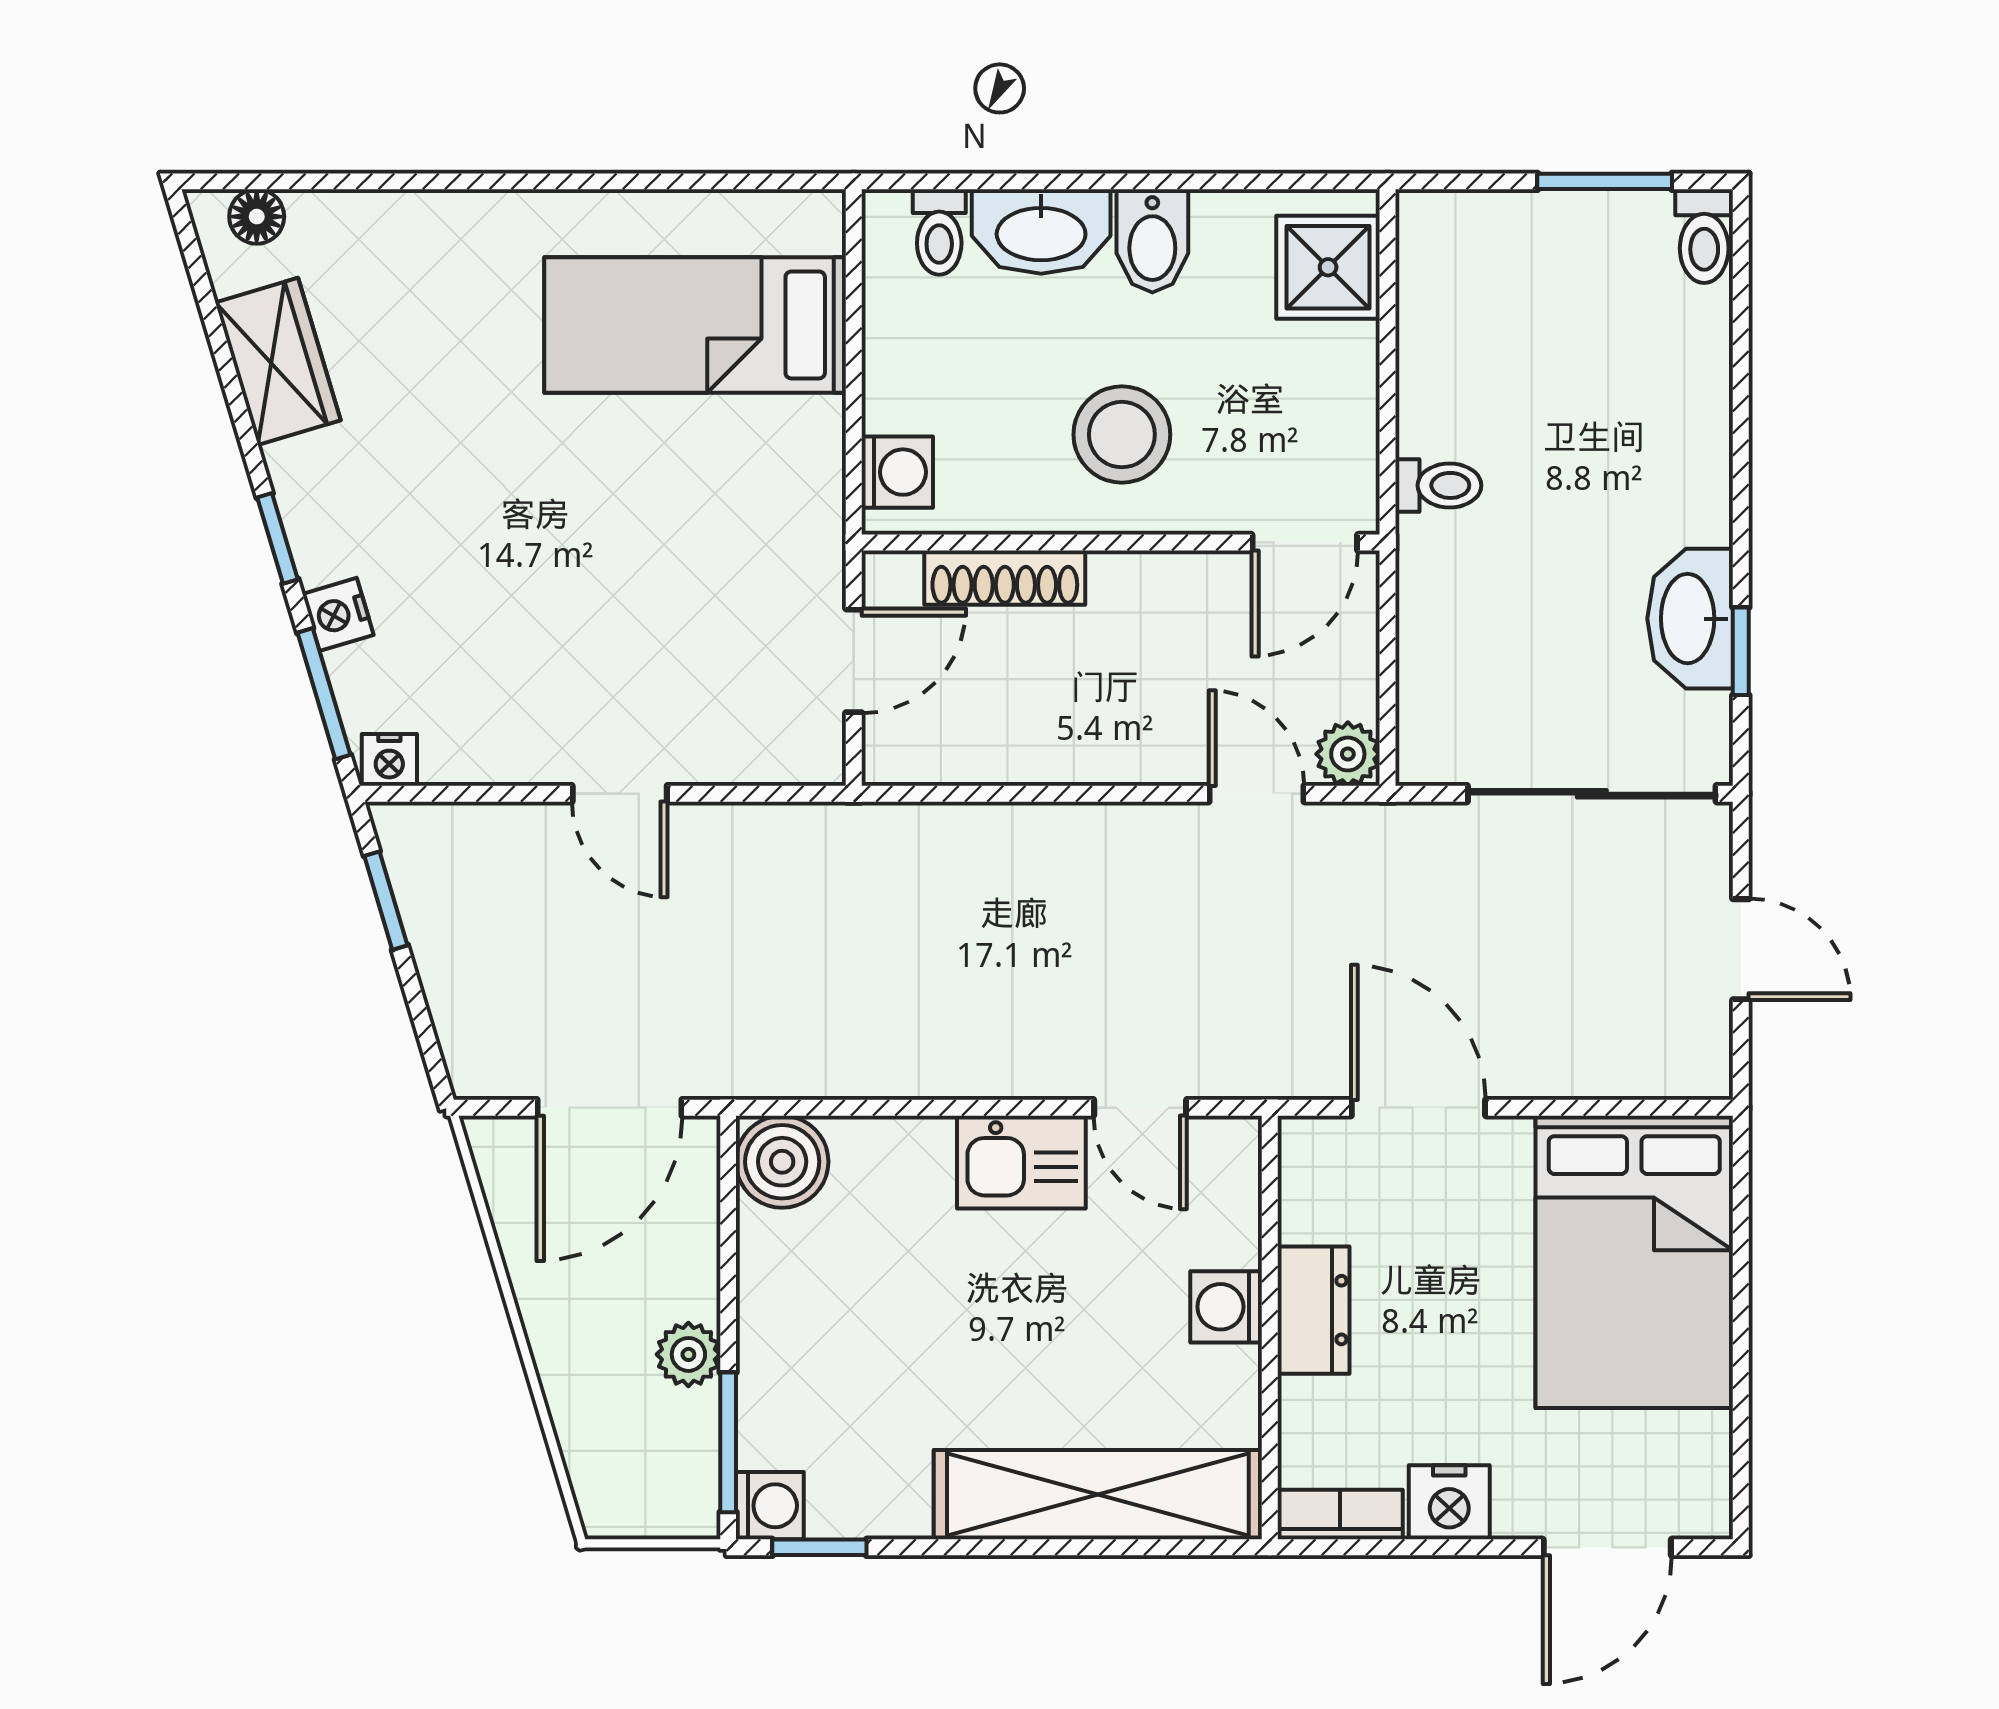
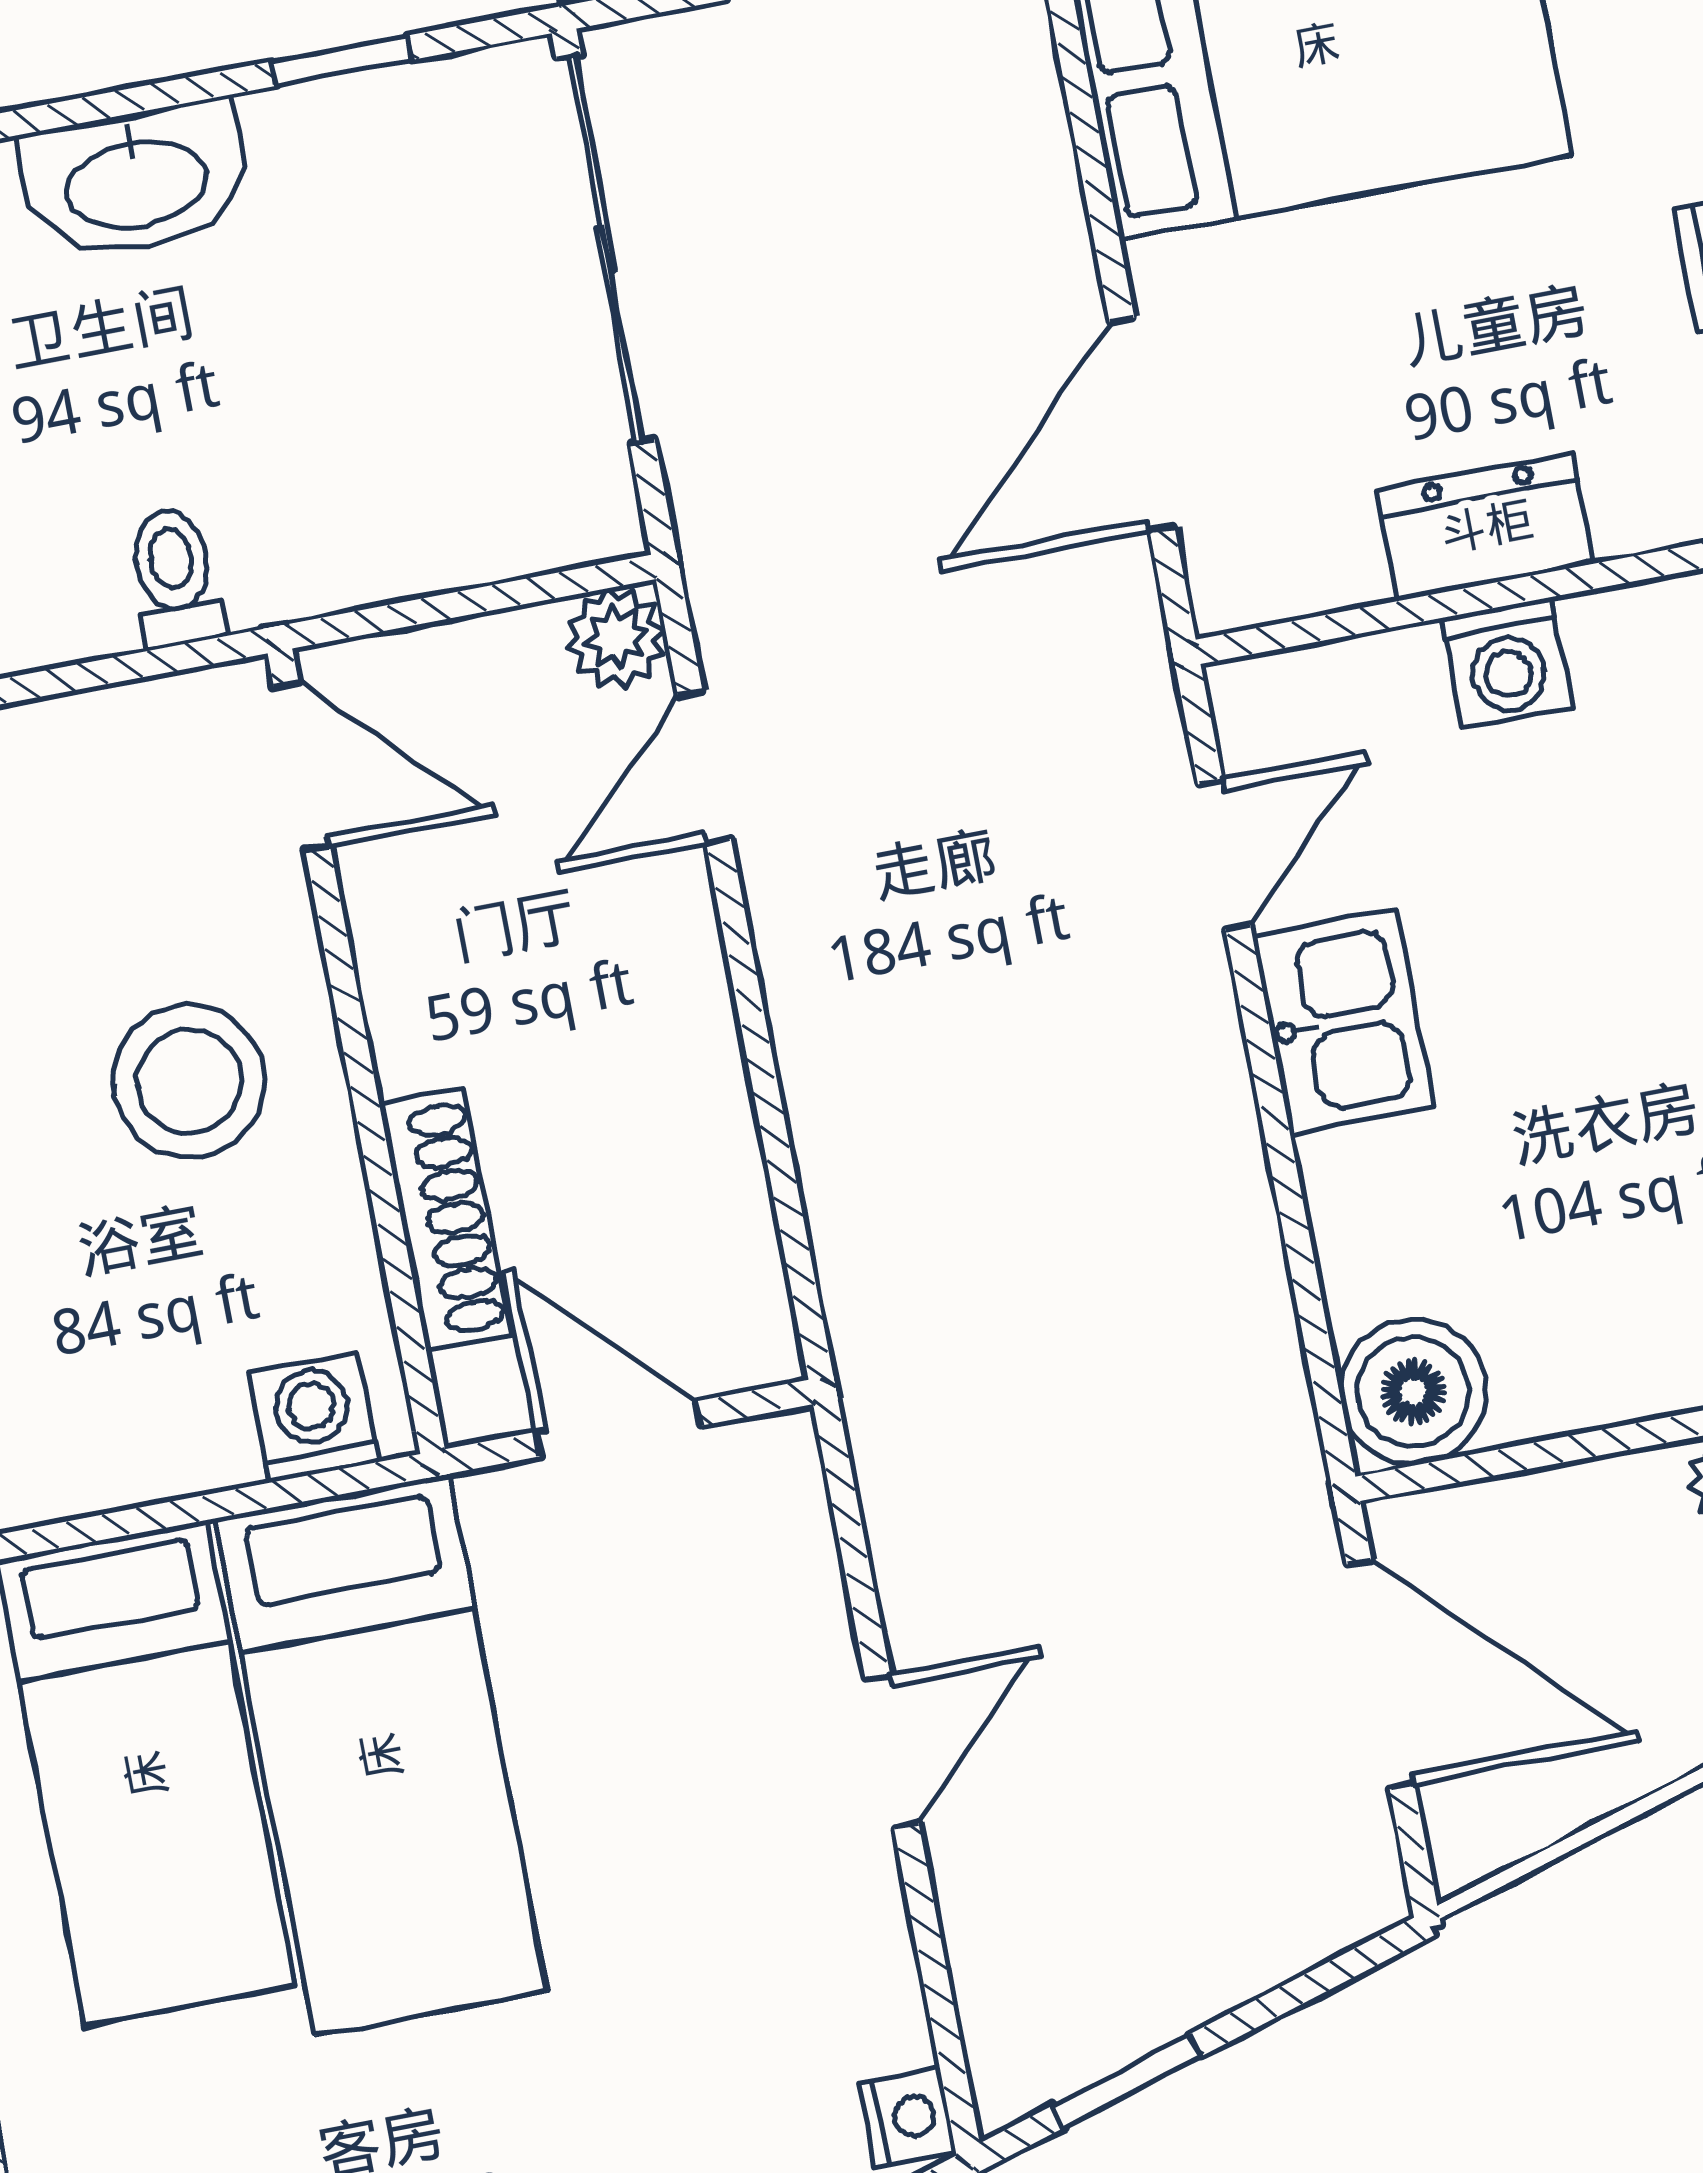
bed: (678, 474) -> (381, 1755), added
washbasin: (1690, 619) -> (136, 181), moved

